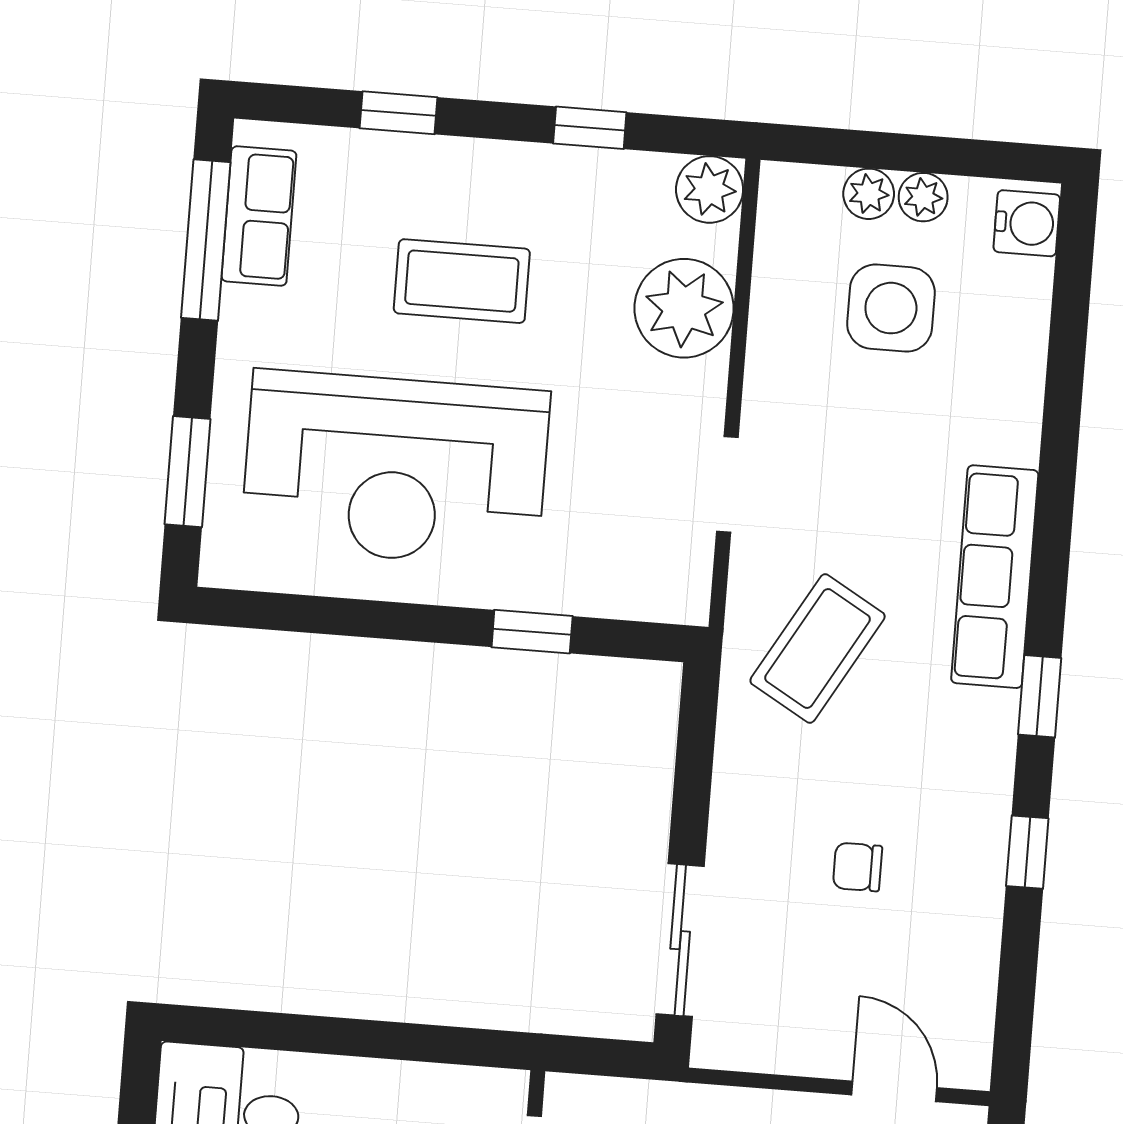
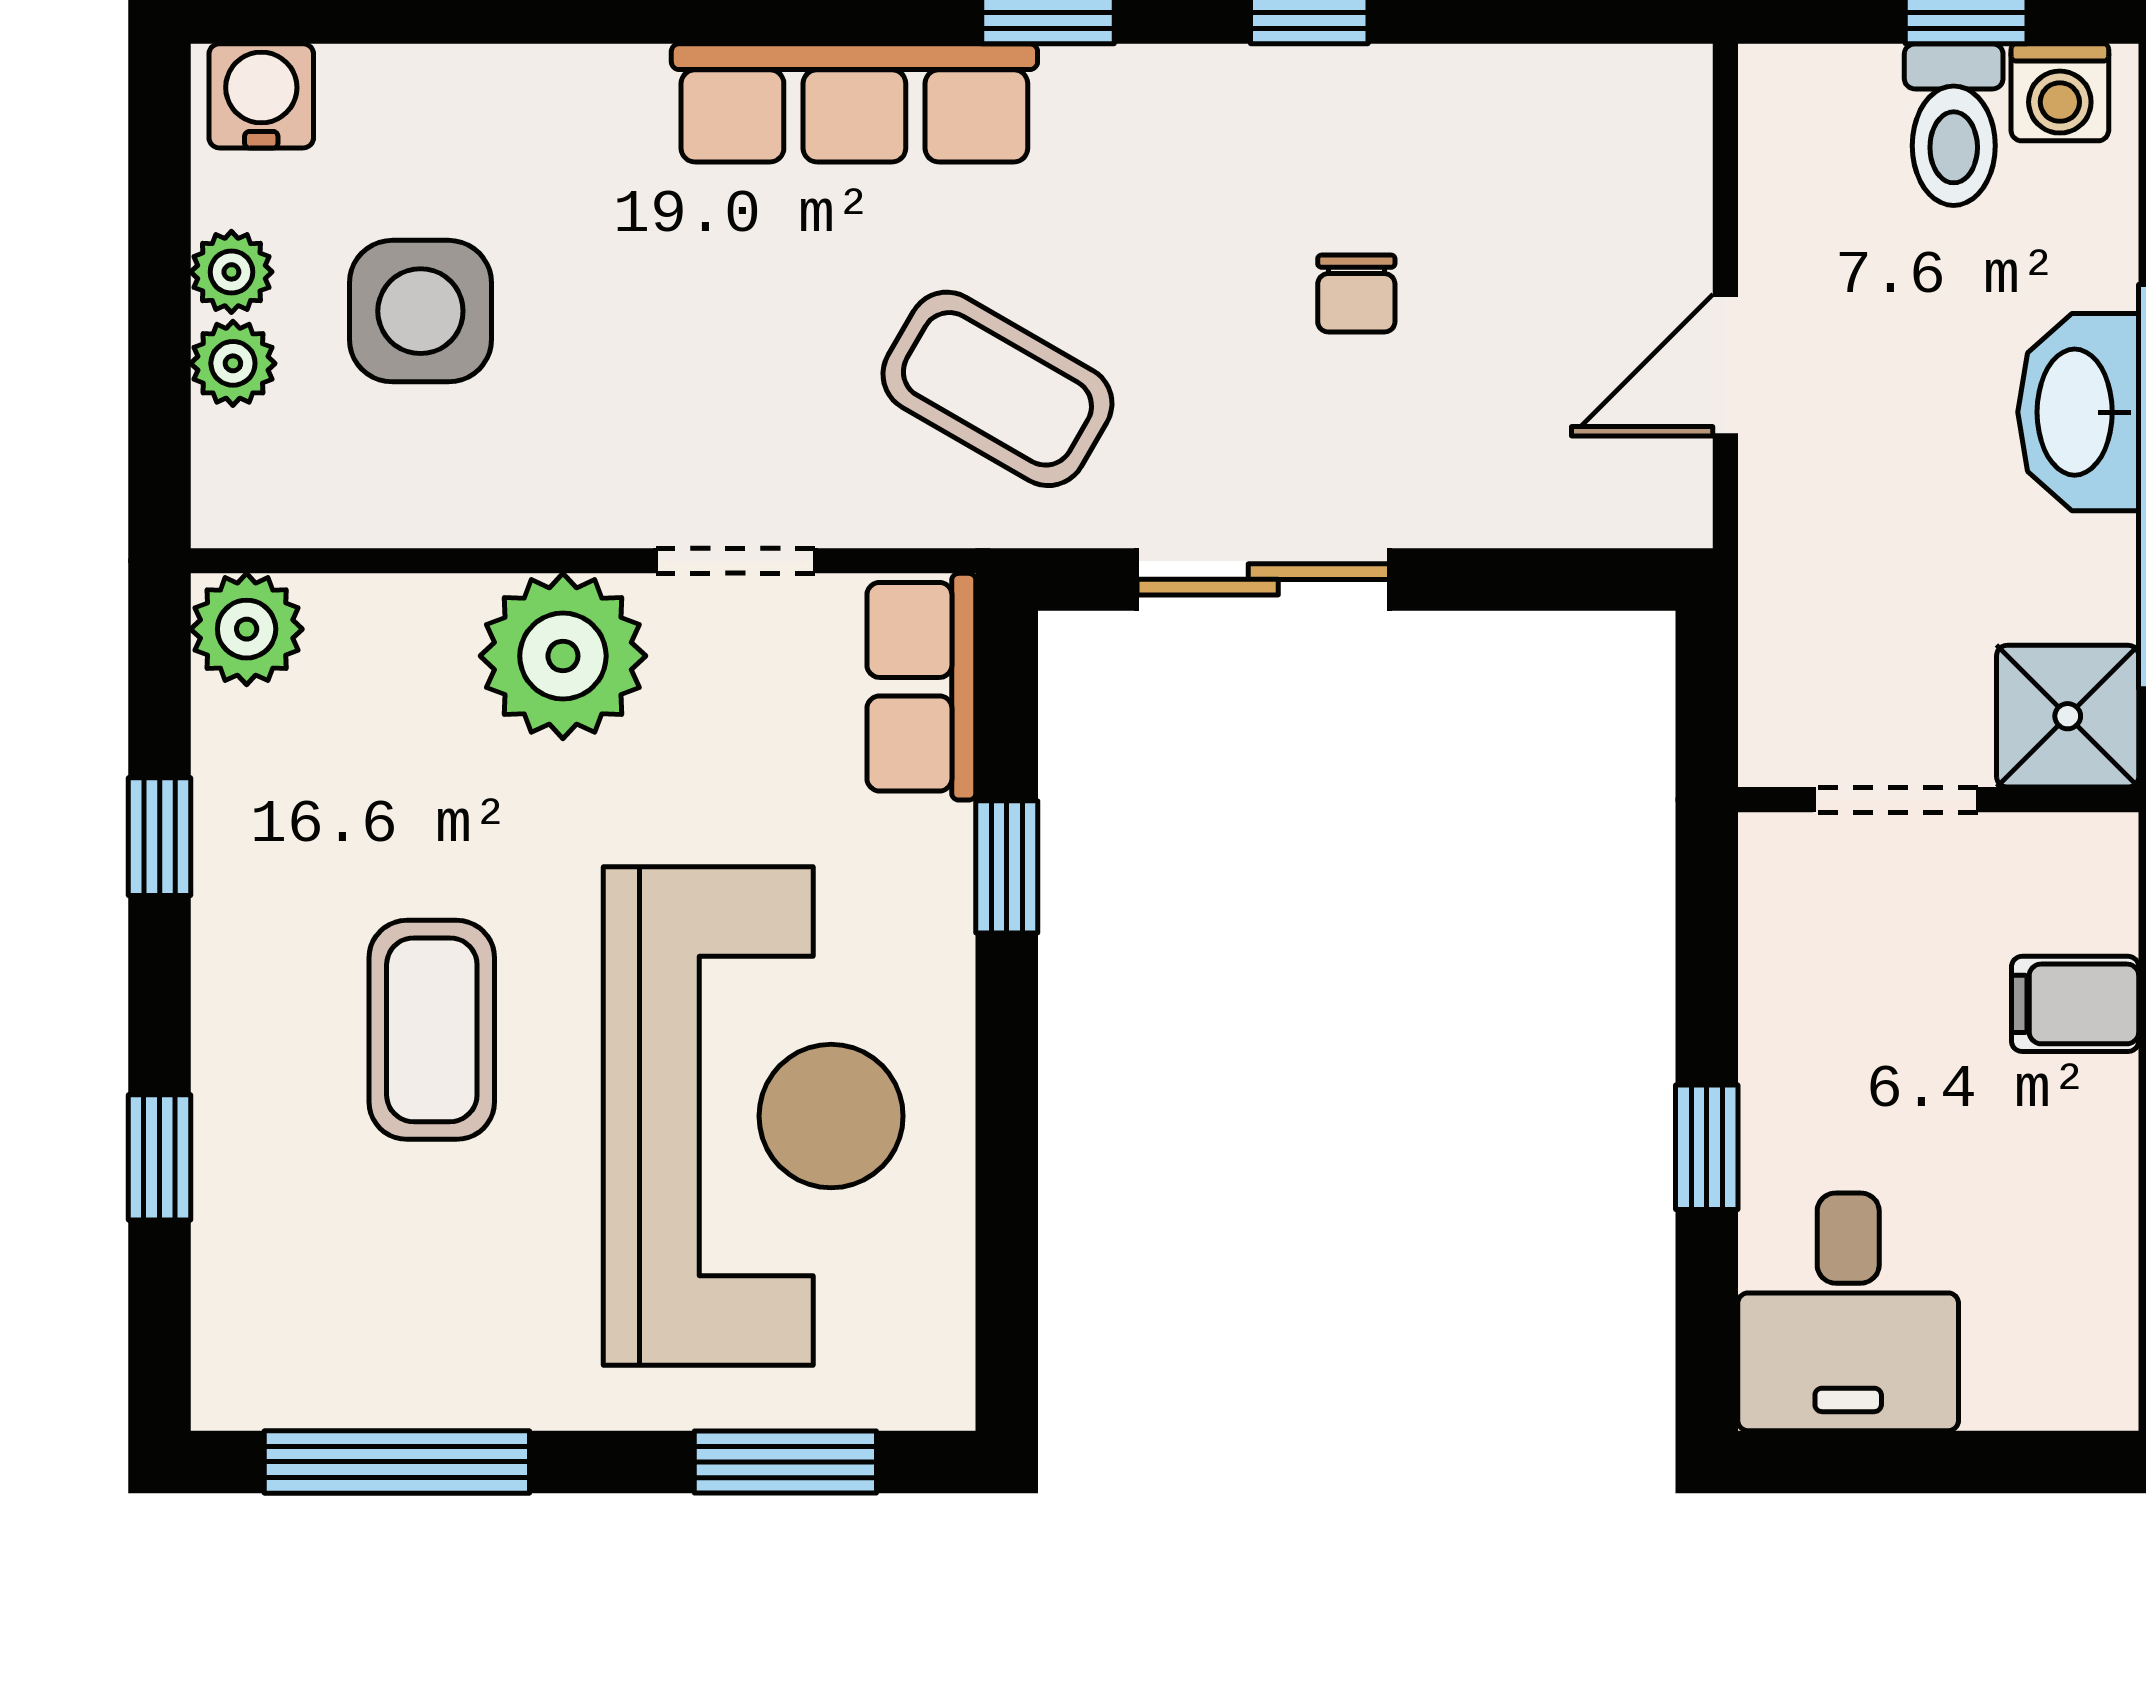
row of seats: (259, 216) -> (921, 687), moved, turned -90
plant: (684, 308) -> (563, 656), moved
sliding door: (680, 940) -> (1263, 579), moved
window: (332, 1036) -> (1707, 1147), added
door: (894, 1091) -> (1725, 365), moved

